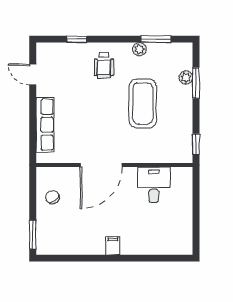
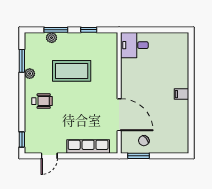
window: (77, 39) -> (22, 139), moved
window: (196, 144) -> (89, 30), moved
door: (101, 165) -> (119, 115), moved
desk: (154, 185) -> (134, 45), moved
window: (33, 234) -> (138, 156), moved

